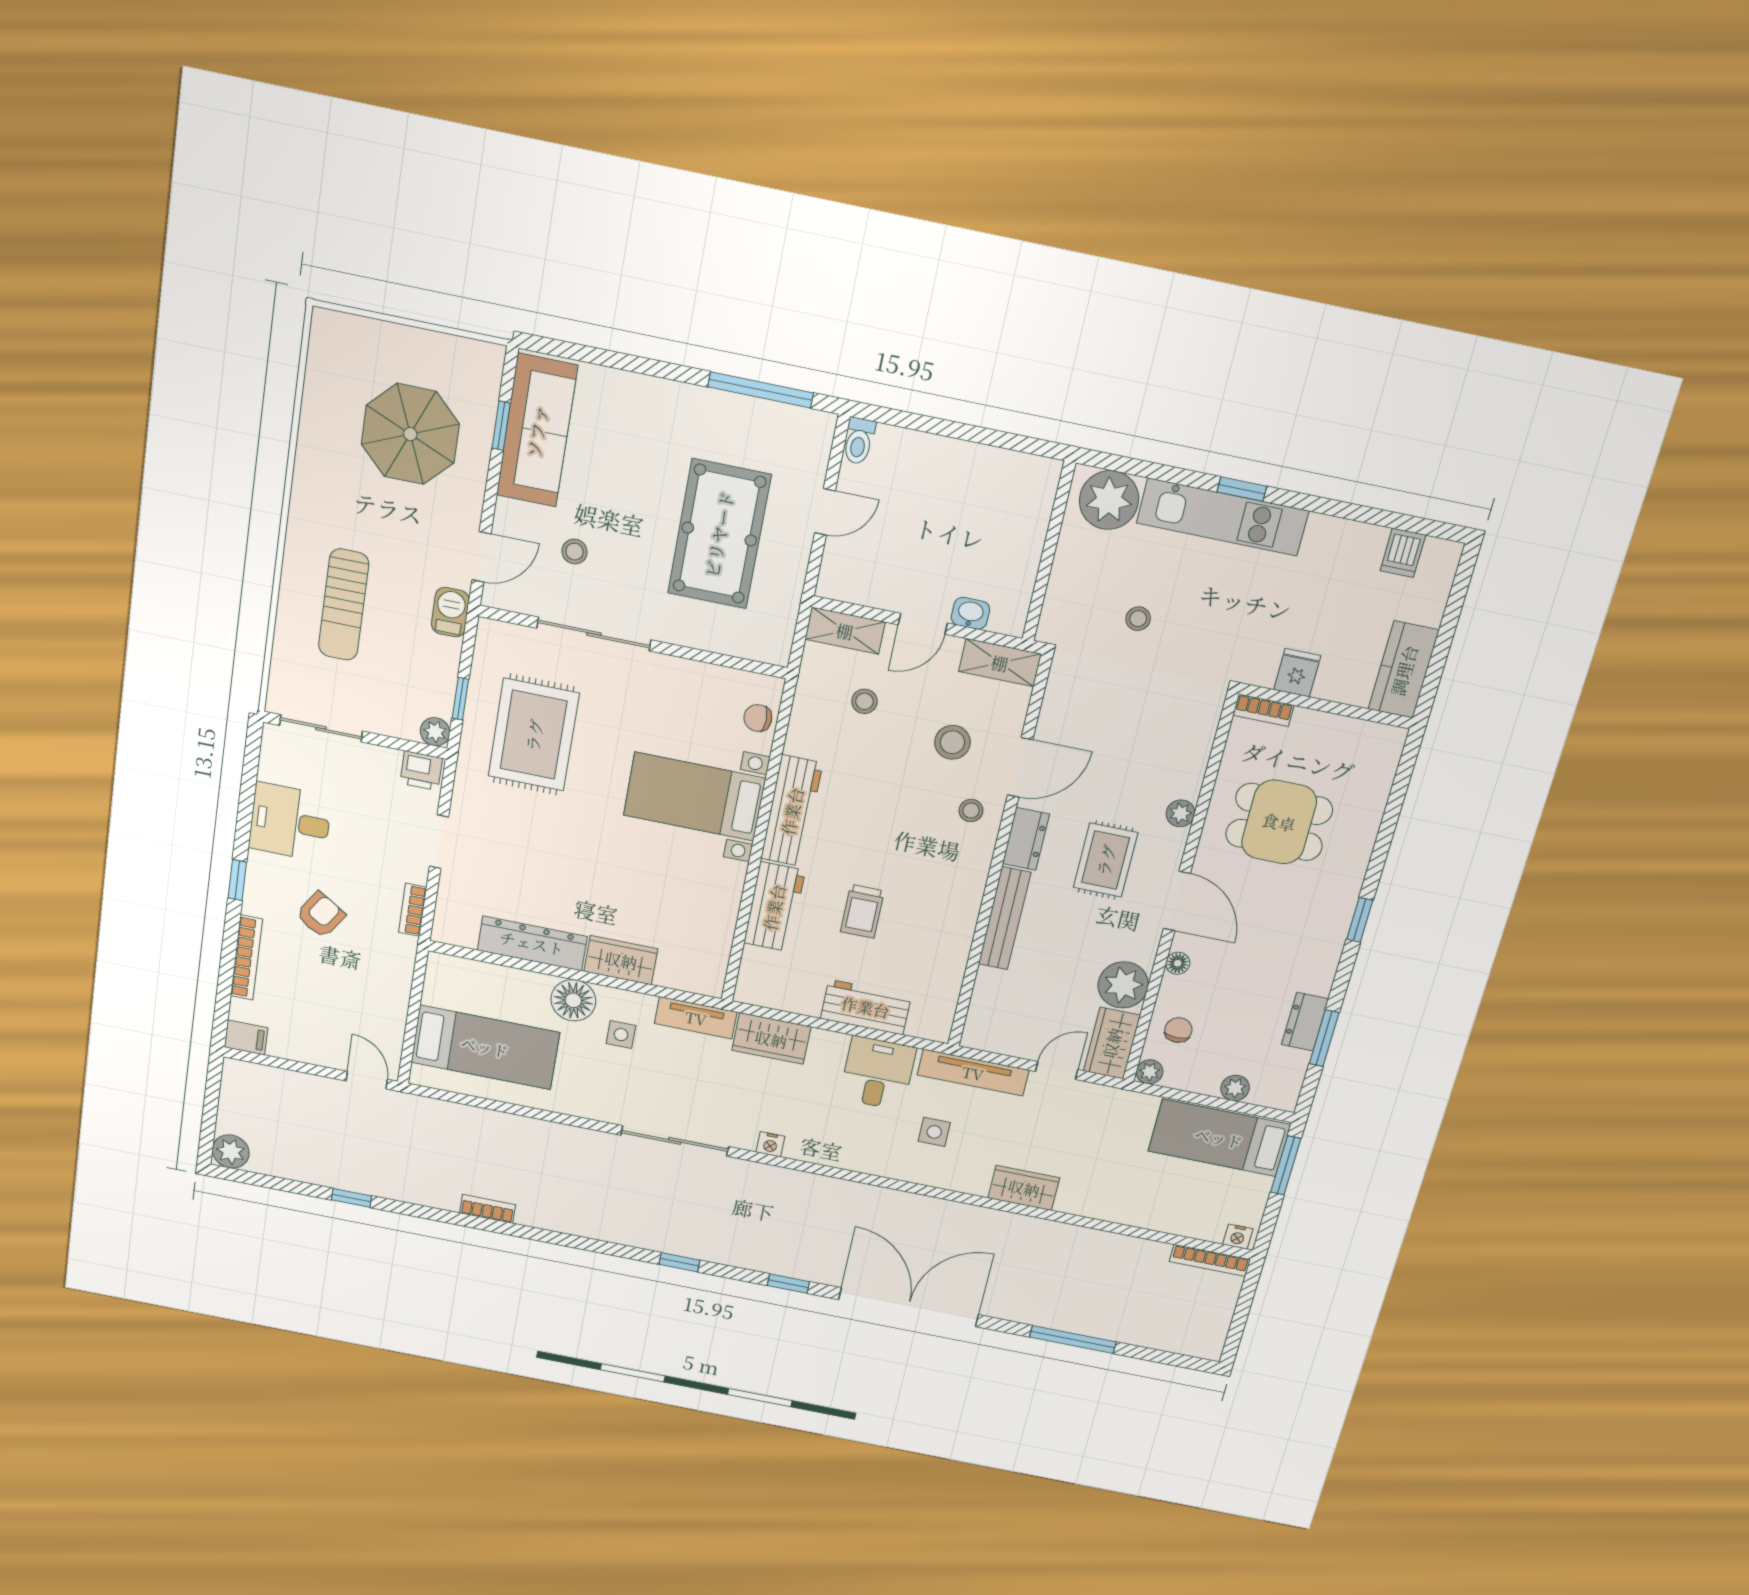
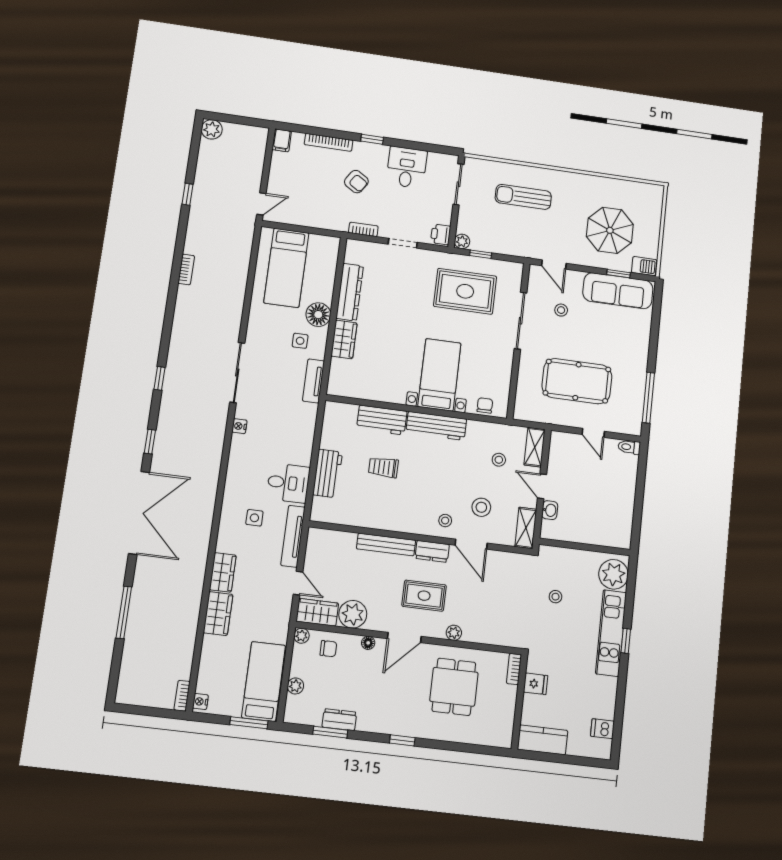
barbecue: (450, 612) -> (644, 266), moved
wardrobe: (771, 1039) -> (218, 614), moved, turned 180
bookcase: (1210, 1261) -> (182, 696), width x0.64

